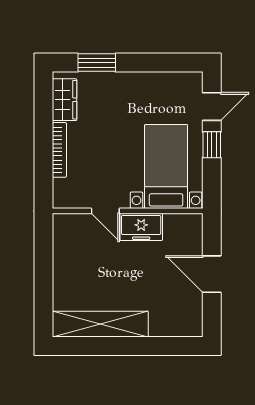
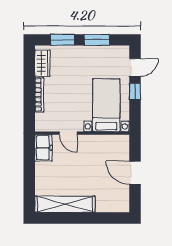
window: (151, 63) -> (97, 40), added
freezer: (141, 227) -> (43, 148), moved, turned -90

